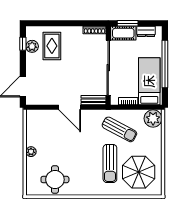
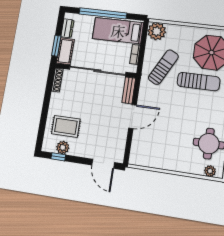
plant: (31, 152) -> (210, 171), moved

